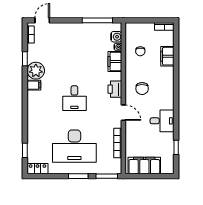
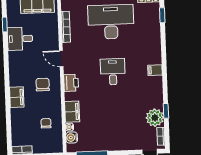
filing cabinet: (167, 56) -> (17, 97), moved
plant: (36, 71) -> (155, 118), moved
filing cabinet: (34, 85) -> (155, 70), moved
desk: (162, 121) -> (20, 39), moved

